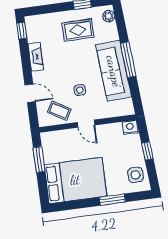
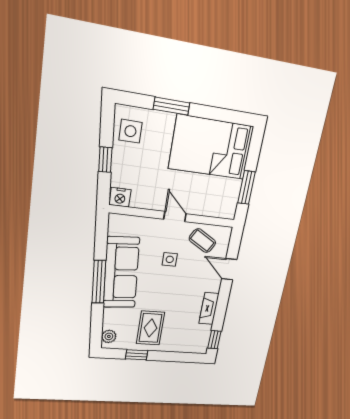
rug: (78, 30) -> (150, 328), turned 90

